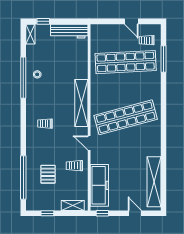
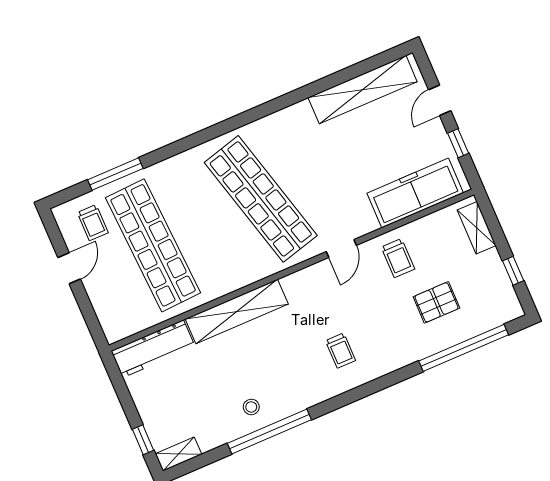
workbench: (69, 31) -> (153, 349), moved, turned 90
shelving: (81, 103) -> (237, 311), moved
window: (102, 213) -> (458, 143), moved

